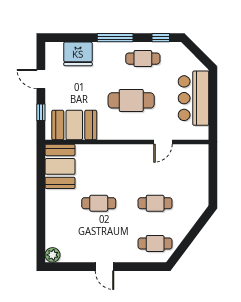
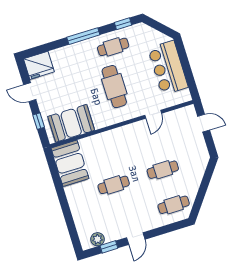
fridge: (78, 54) -> (39, 65), moved
cafe table: (131, 100) -> (114, 87), turned 90
door: (213, 168) -> (204, 123), added
plant: (53, 255) -> (97, 239), moved
window: (74, 267) -> (109, 247), added
door: (104, 267) -> (136, 239), hinge flipped

